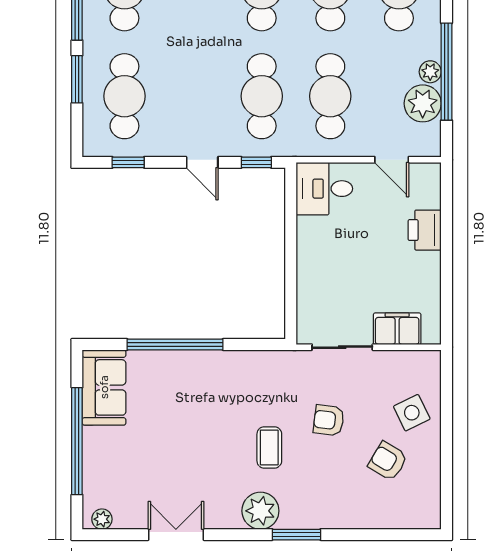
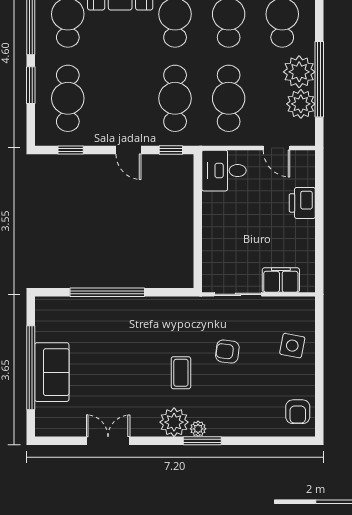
plant: (430, 72) -> (299, 72), width x1.87, depth x1.87
sofa: (104, 387) -> (52, 372), moved
side table: (412, 413) -> (292, 346), turned 37
armchair: (388, 461) -> (298, 412), moved, turned -121
plant: (102, 519) -> (198, 429), moved

